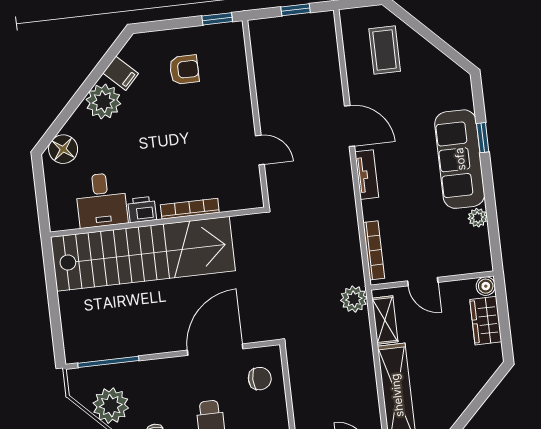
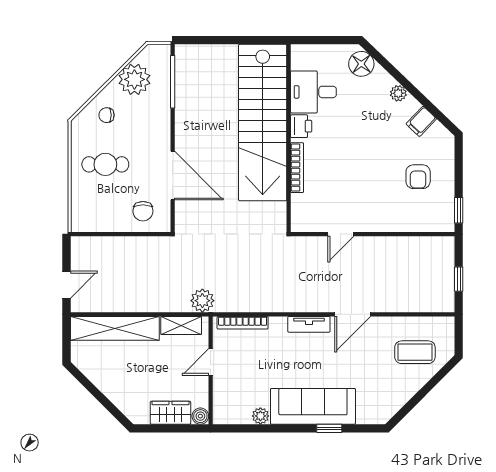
plant: (103, 102) -> (398, 93), width x0.53, depth x0.53

